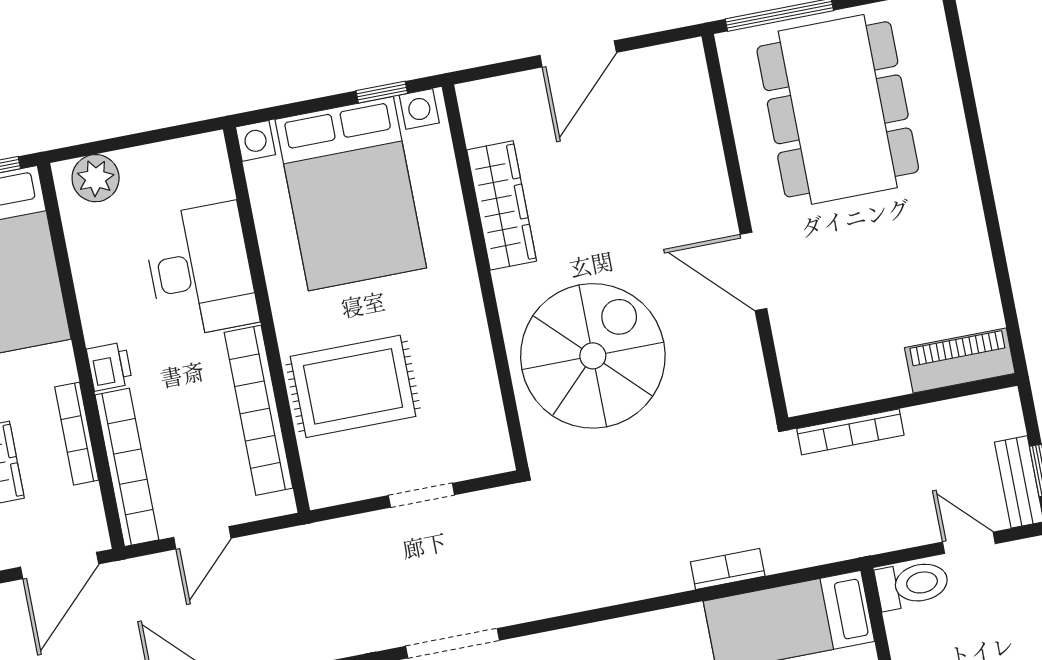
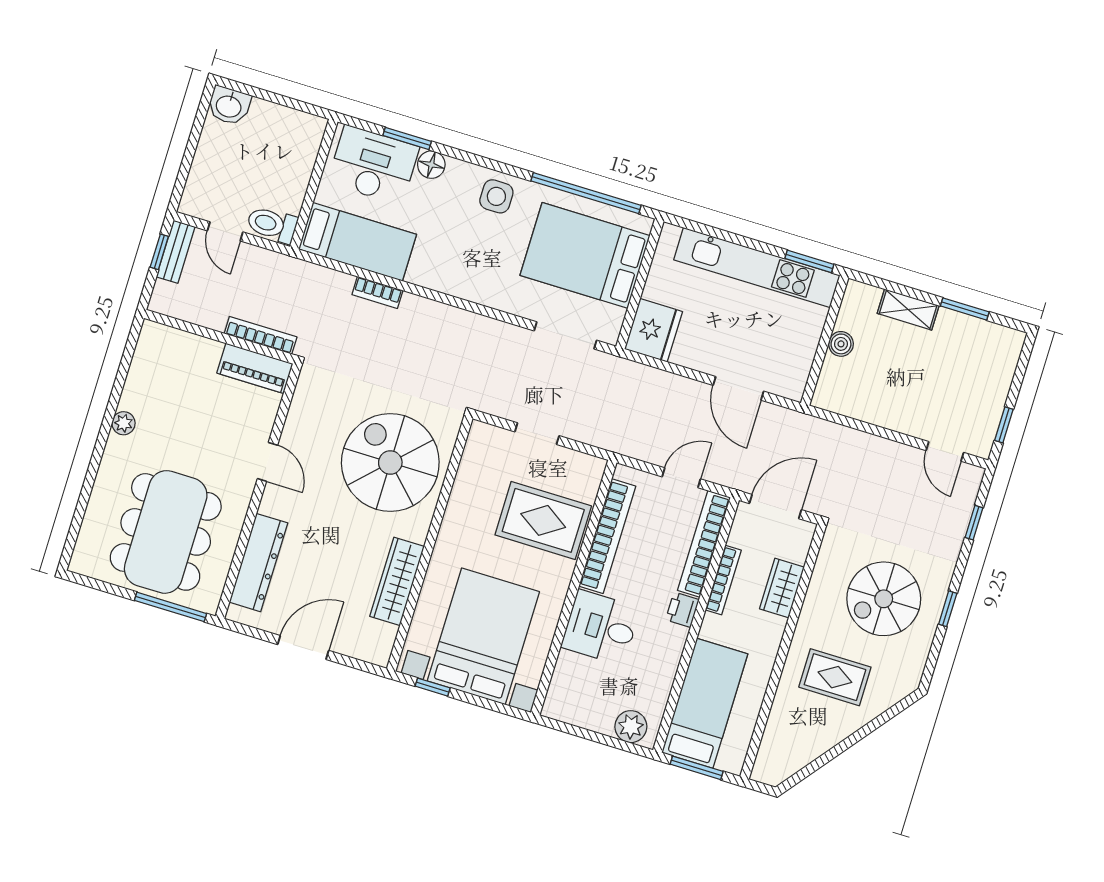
dresser: (695, 134) -> (258, 563), added
plant: (968, 222) -> (124, 423), added
desk: (201, 270) -> (601, 627), width x0.73
door: (754, 271) -> (267, 462), width x0.73
spiral stairs: (593, 356) -> (390, 462), turned 90
piano: (960, 360) -> (255, 368), moved

